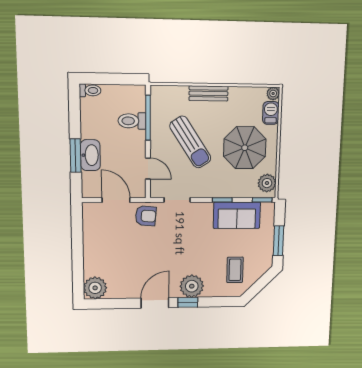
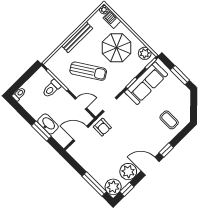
bench: (208, 93) -> (77, 37), width x1.36
sofa: (237, 215) -> (146, 83), width x1.36
armchair: (146, 216) -> (102, 127), turned 87
window: (78, 266) -> (94, 184), added
coffee table: (235, 270) -> (169, 120), moved
plant: (192, 286) -> (128, 172), moved
door: (155, 303) -> (150, 166), hinge flipped
window: (107, 304) -> (127, 189), added

